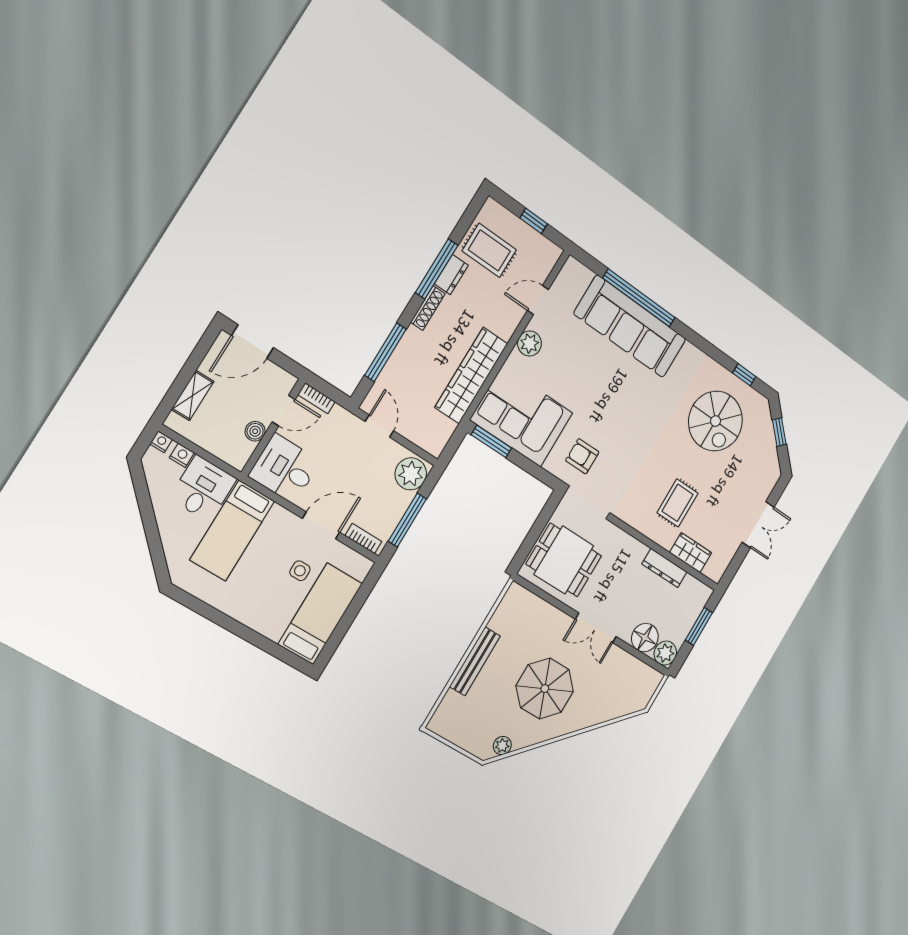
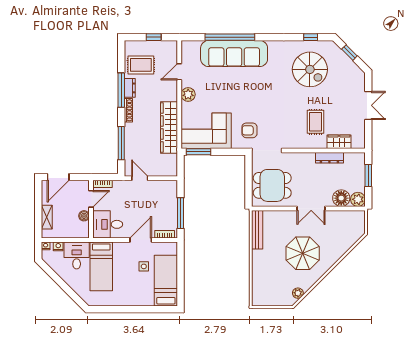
plant: (411, 474) -> (169, 191), removed
bench: (475, 661) -> (257, 230), moved

